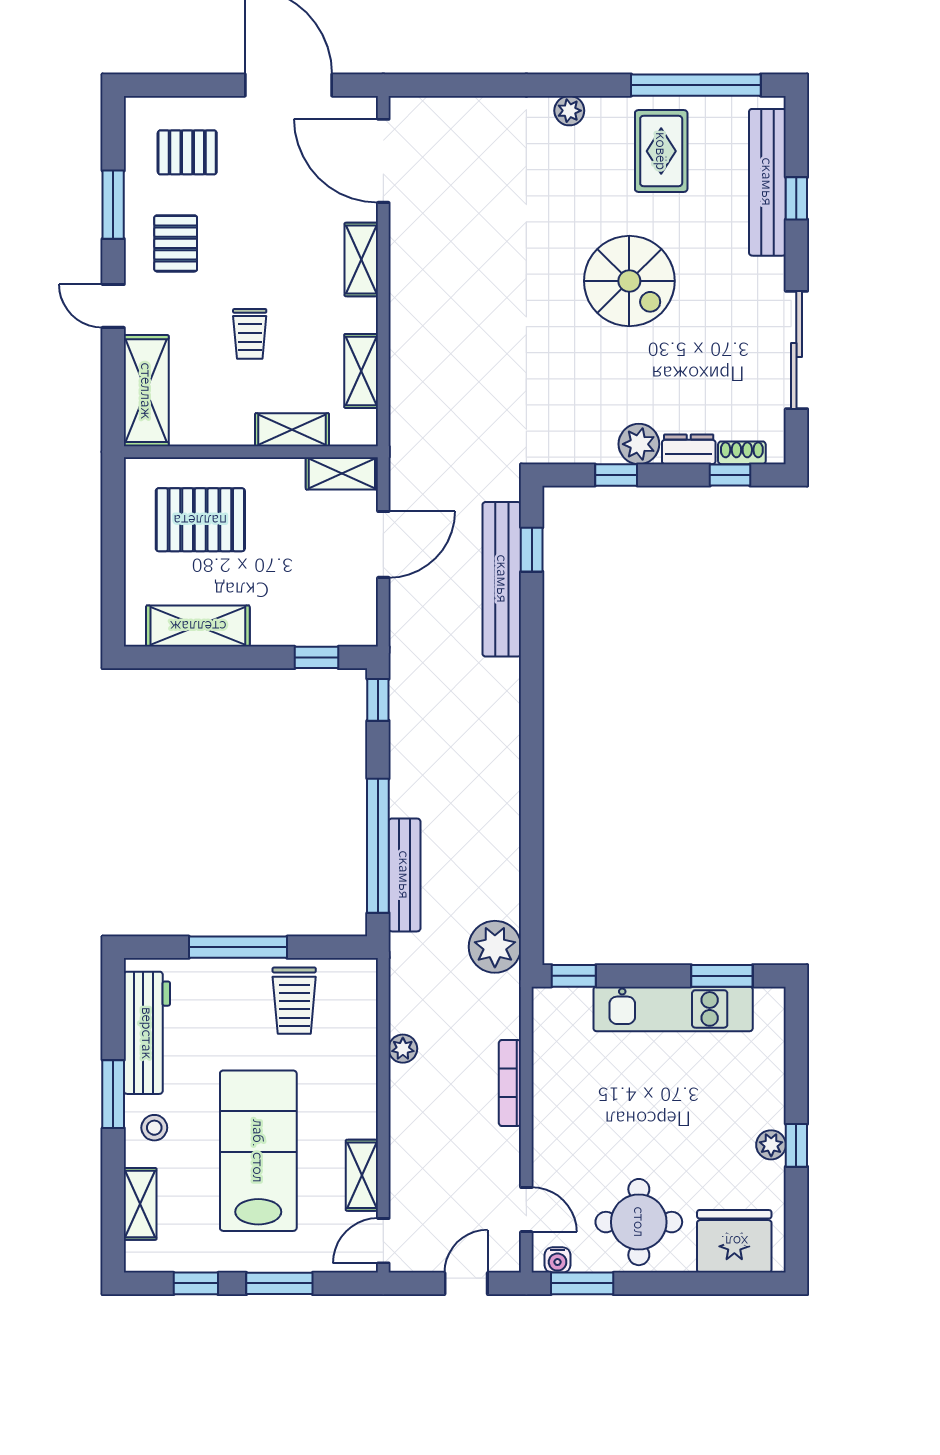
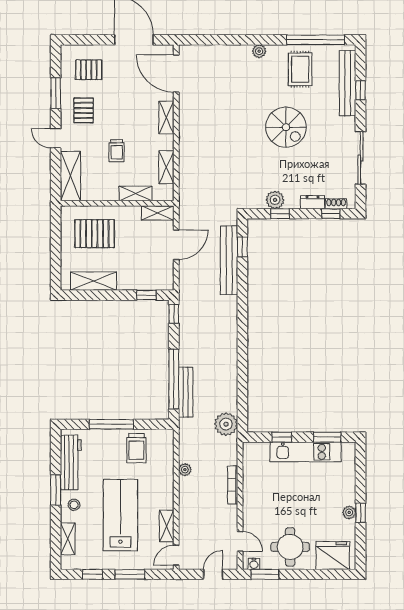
plant: (639, 444) -> (275, 200), moved
window: (574, 976) -> (282, 437), moved

